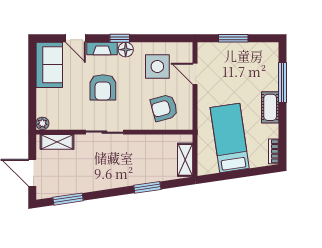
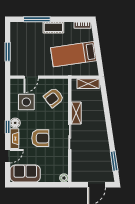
armchair: (164, 108) -> (54, 97), turned 67
shelving: (57, 142) -> (76, 113), moved
window: (147, 187) -> (106, 109), removed

